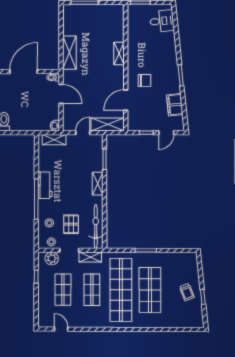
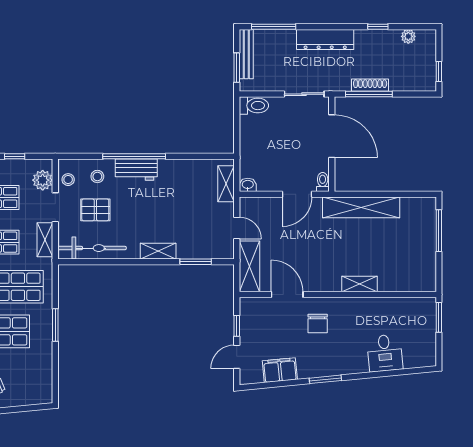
desk: (162, 21) -> (385, 353), moved
shelving: (69, 53) -> (361, 207), width x1.47
door: (166, 133) -> (237, 357), hinge flipped
workbench: (45, 185) -> (136, 170), moved

